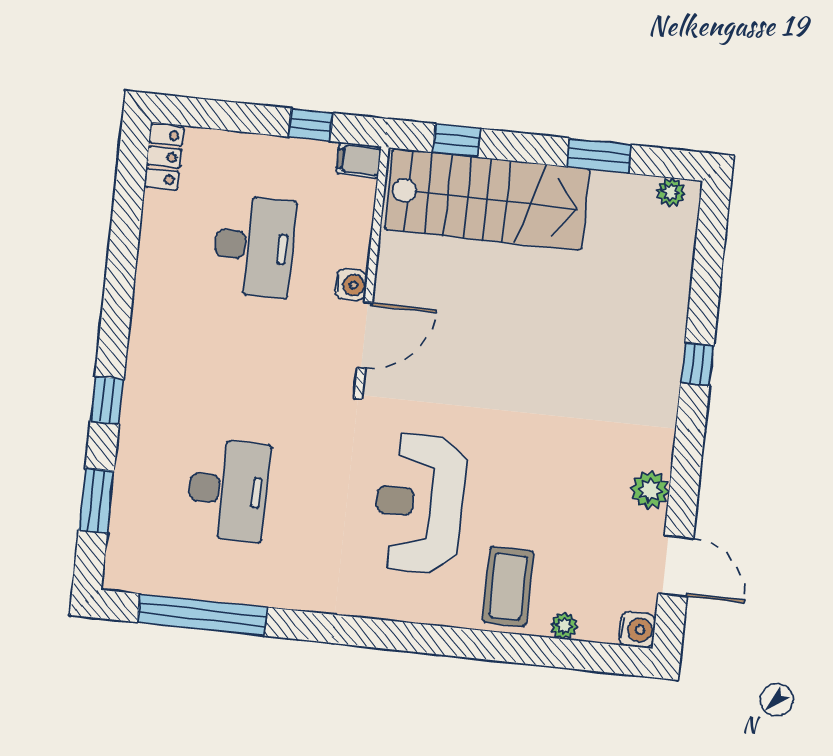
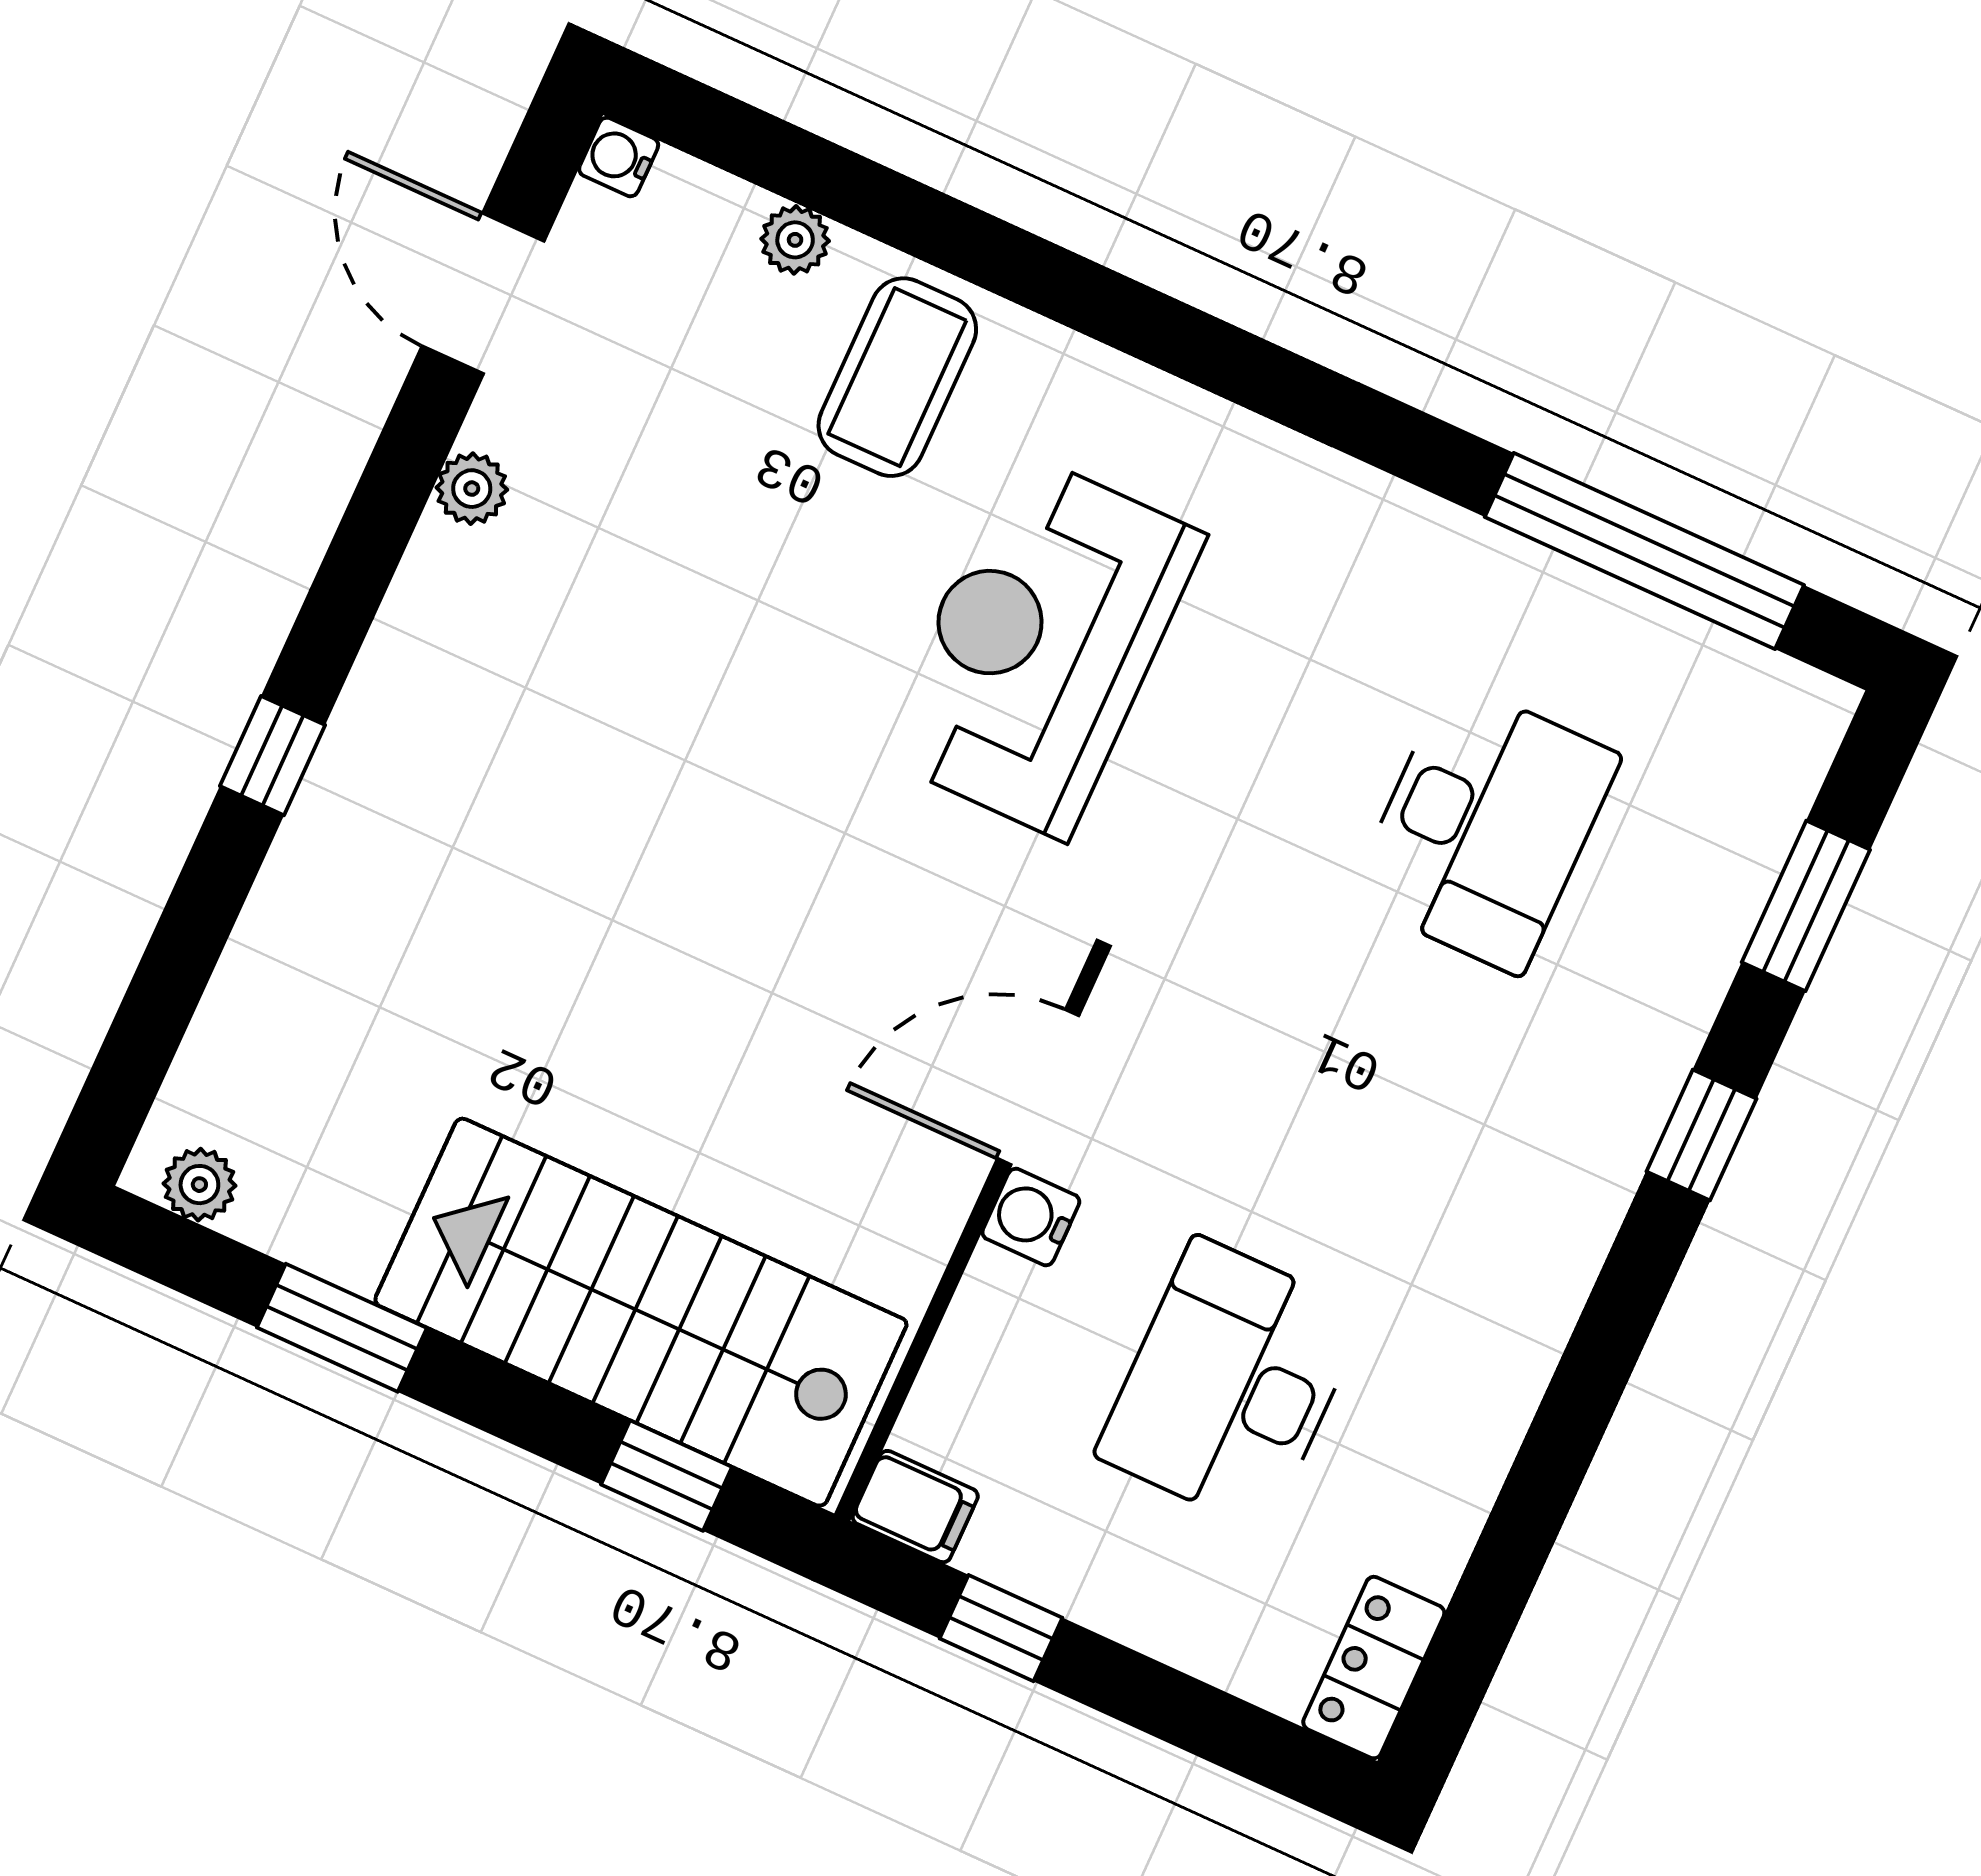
desk: (228, 490) -> (1485, 827), turned 180
plant: (650, 490) -> (472, 489), width x0.73, depth x0.73
reception desk: (420, 503) -> (1041, 645), turned 180
water cooler: (637, 630) -> (619, 157), width x0.72, depth x0.72

